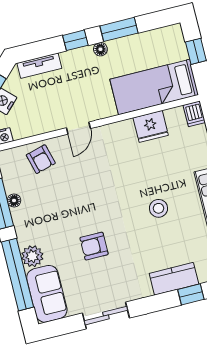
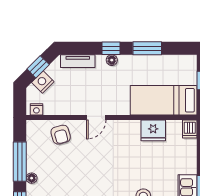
floor lamp: (100, 49) -> (112, 60), moved
floor lamp: (14, 200) -> (32, 178), moved

